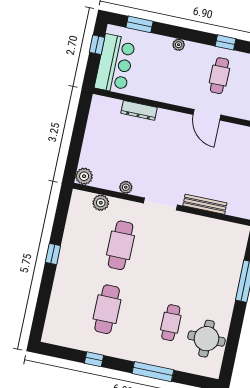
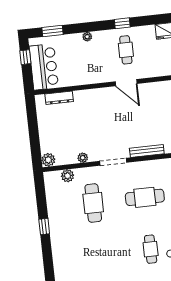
dresser: (139, 110) -> (59, 98), moved
cafe table: (107, 309) -> (145, 197), moved, turned 90

